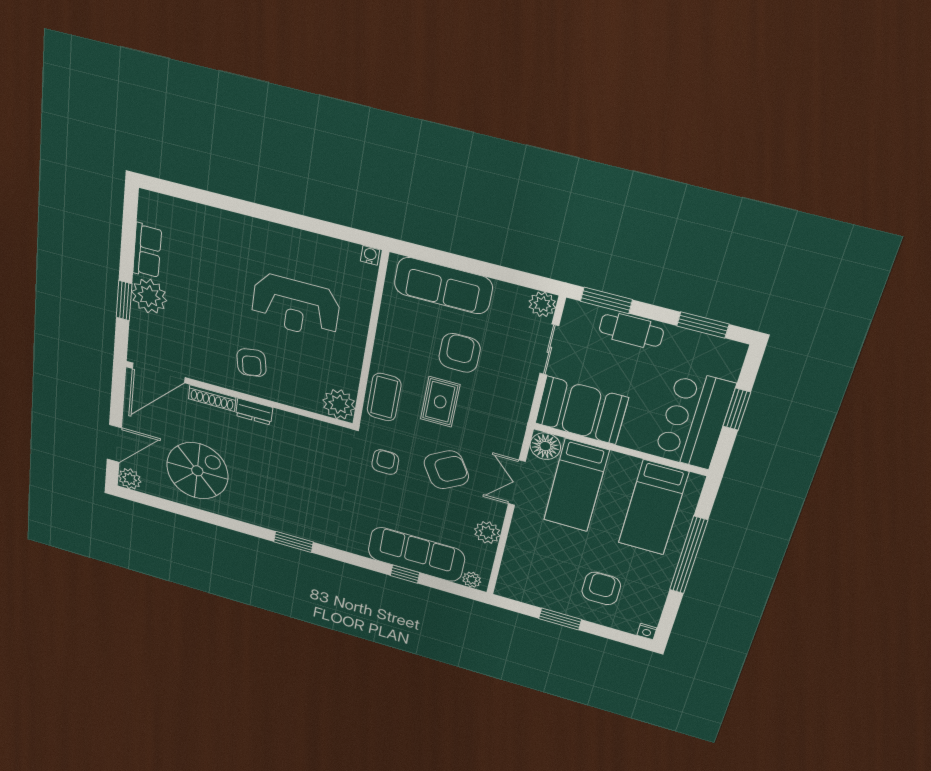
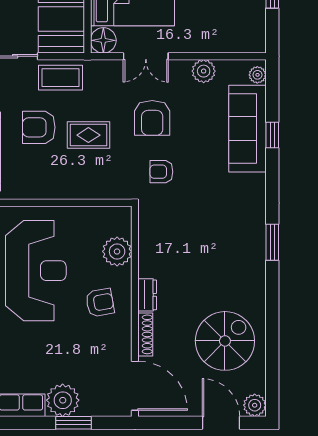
reception desk: (296, 306) -> (36, 271), width x1.36, depth x1.30
coffee table: (384, 397) -> (61, 78), moved
plant: (339, 404) -> (117, 251), moved
armchair: (446, 470) -> (152, 118), turned -149
spiral stairs: (197, 471) -> (225, 341), turned 90

